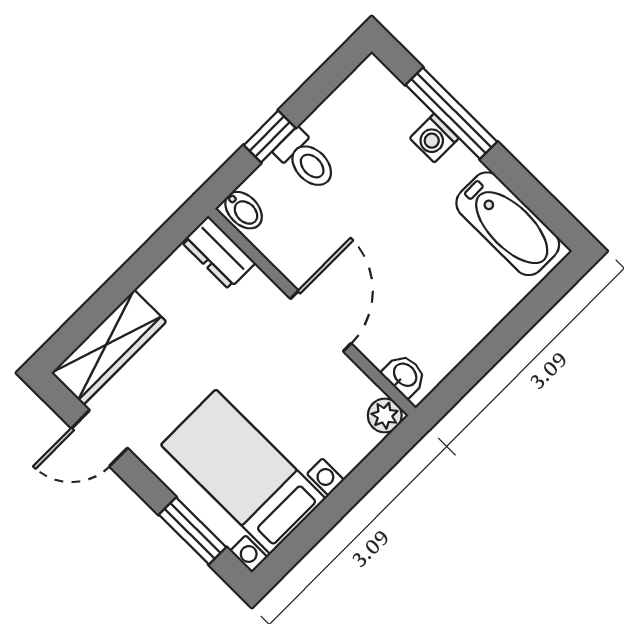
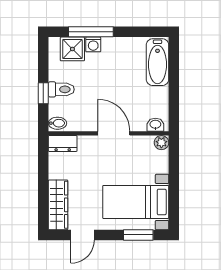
shower: (392, 111) -> (72, 49), added
bathtub: (508, 224) -> (158, 62), moved, turned 90

